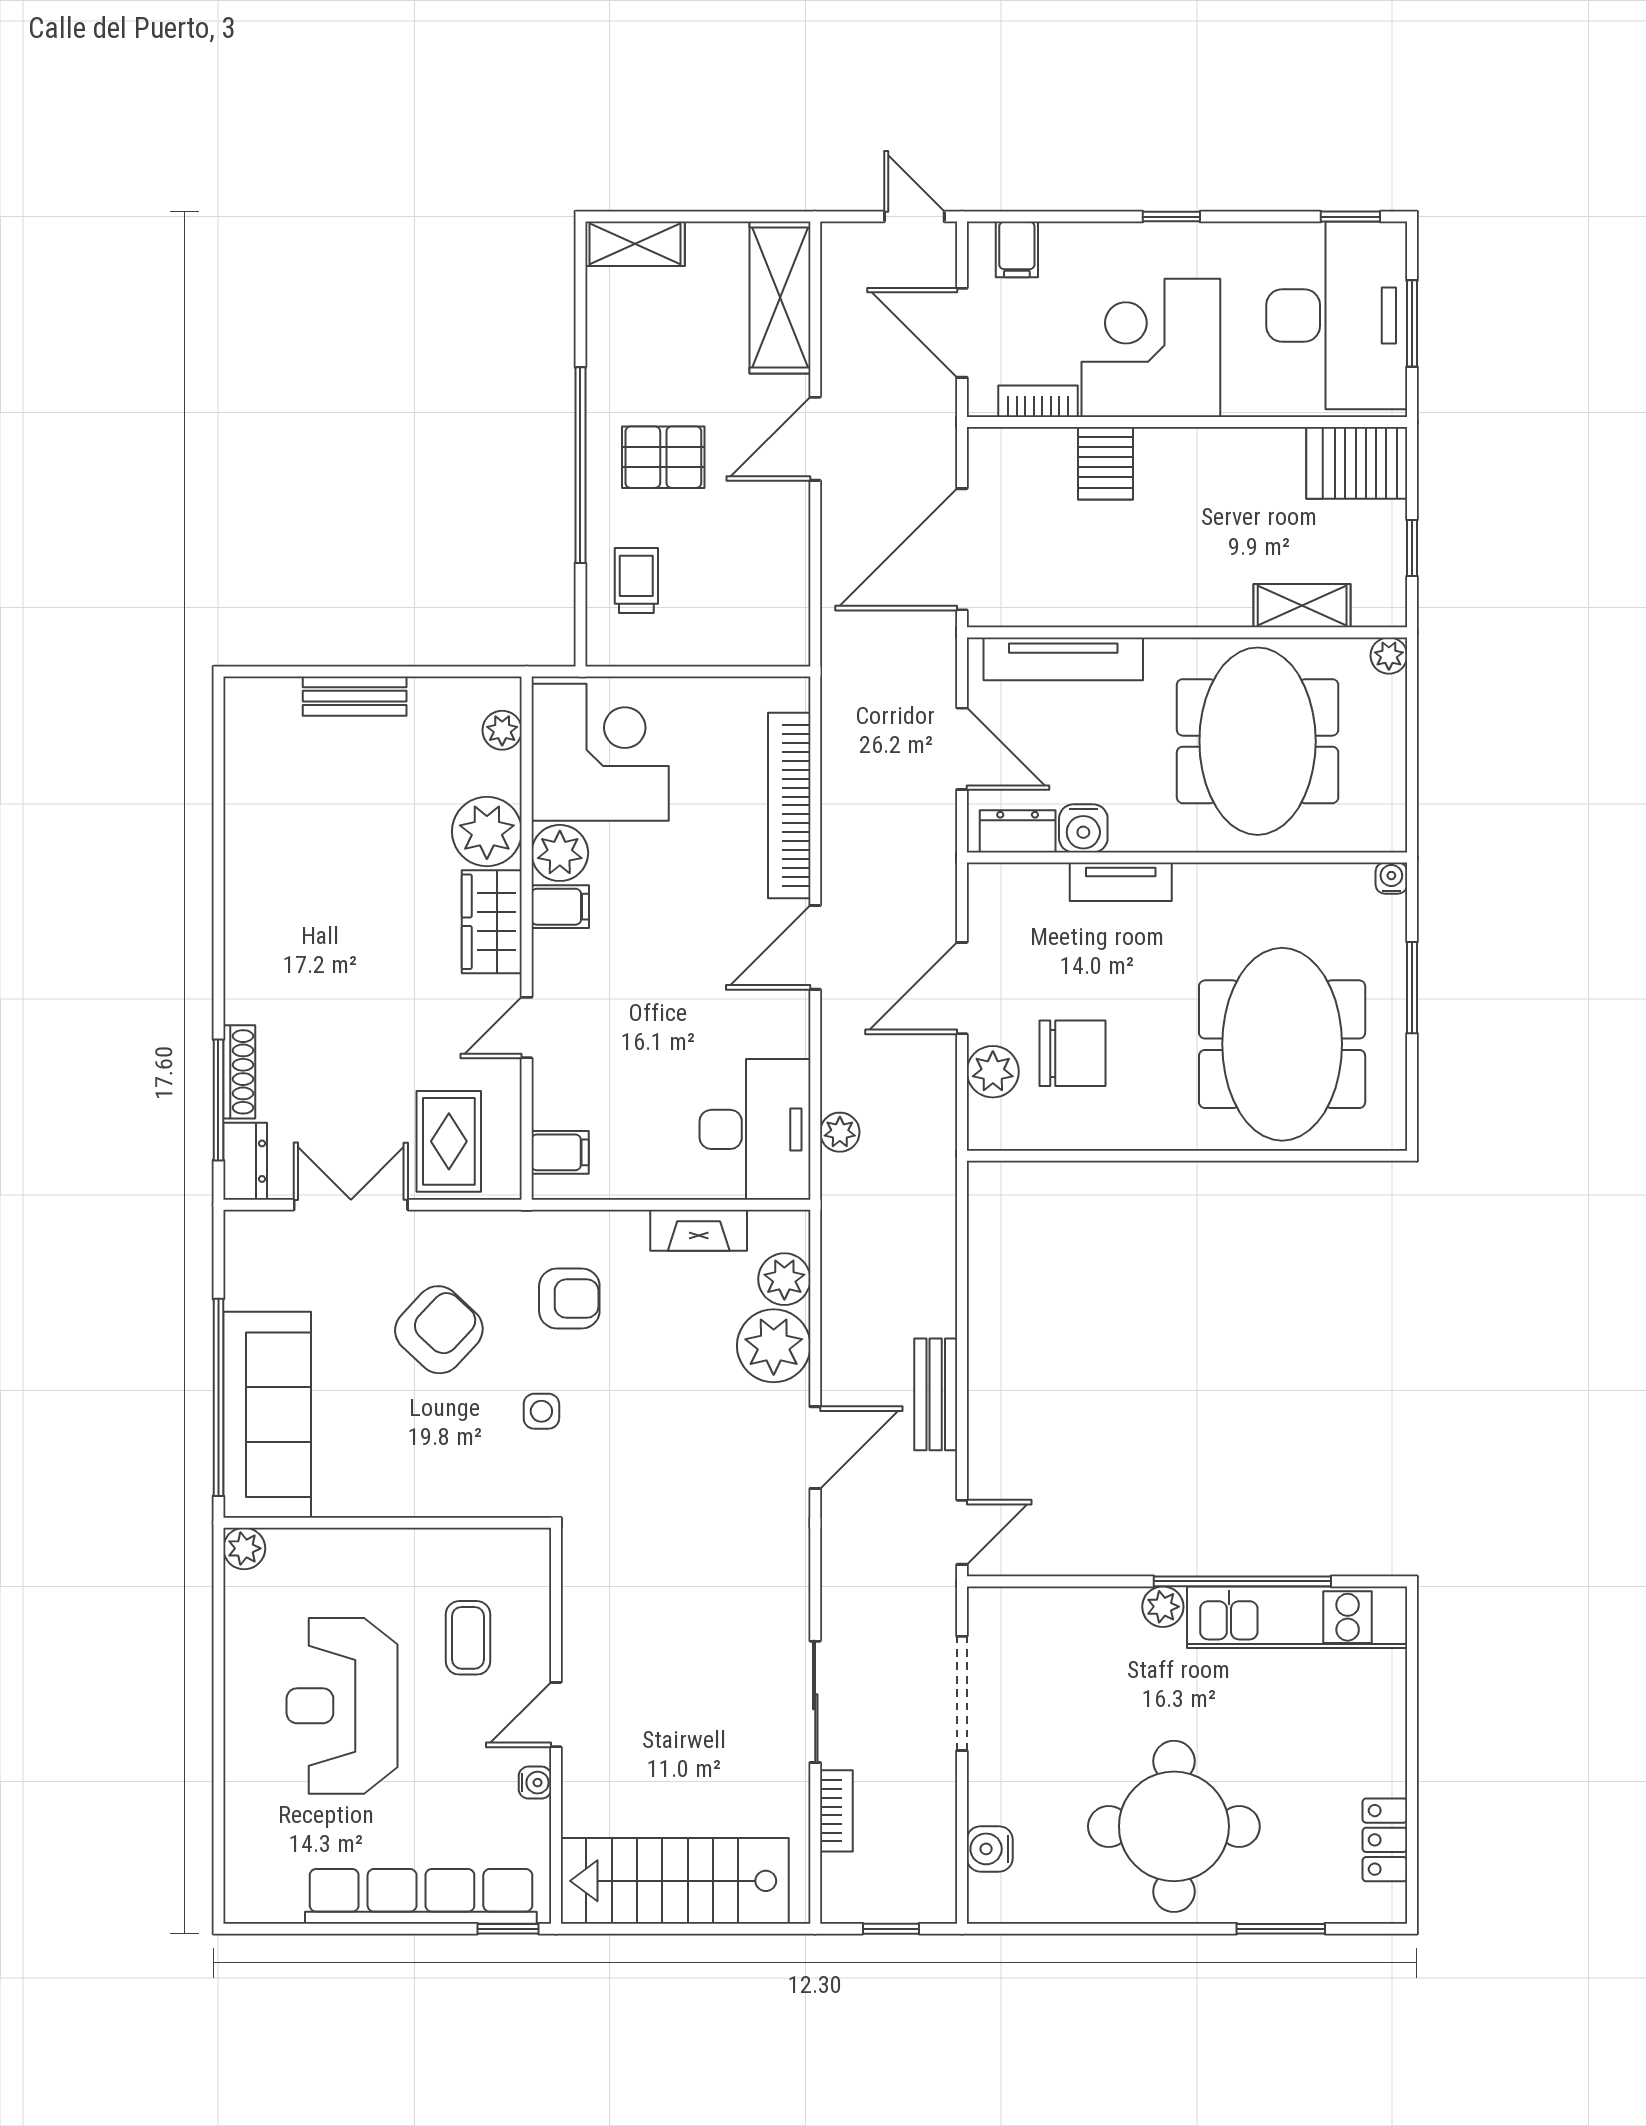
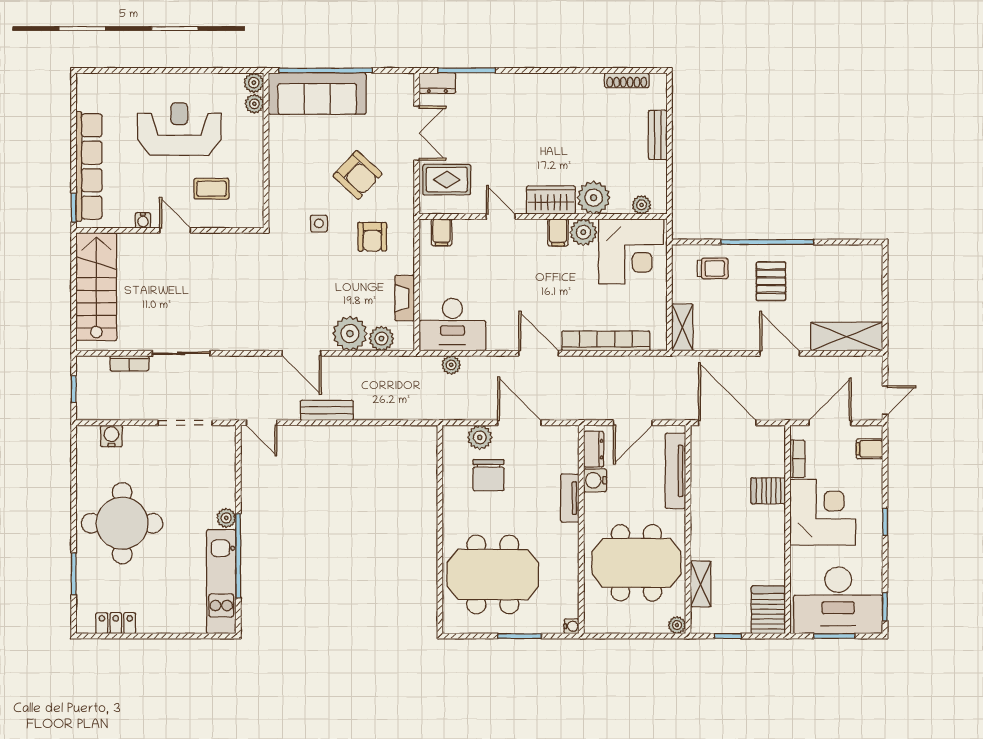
shelving: (635, 244) -> (682, 327), moved
shoe rack: (239, 1072) -> (627, 80), moved
plant: (289, 1547) -> (254, 104), added

